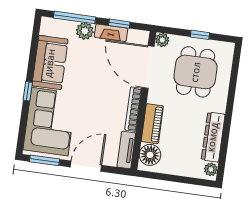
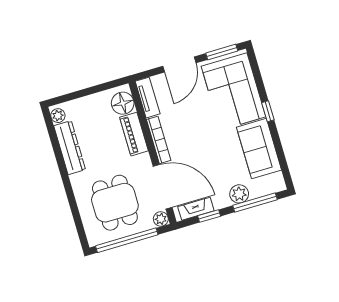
fireplace: (111, 33) -> (196, 209), moved
window: (200, 35) -> (127, 240), width x3.17

